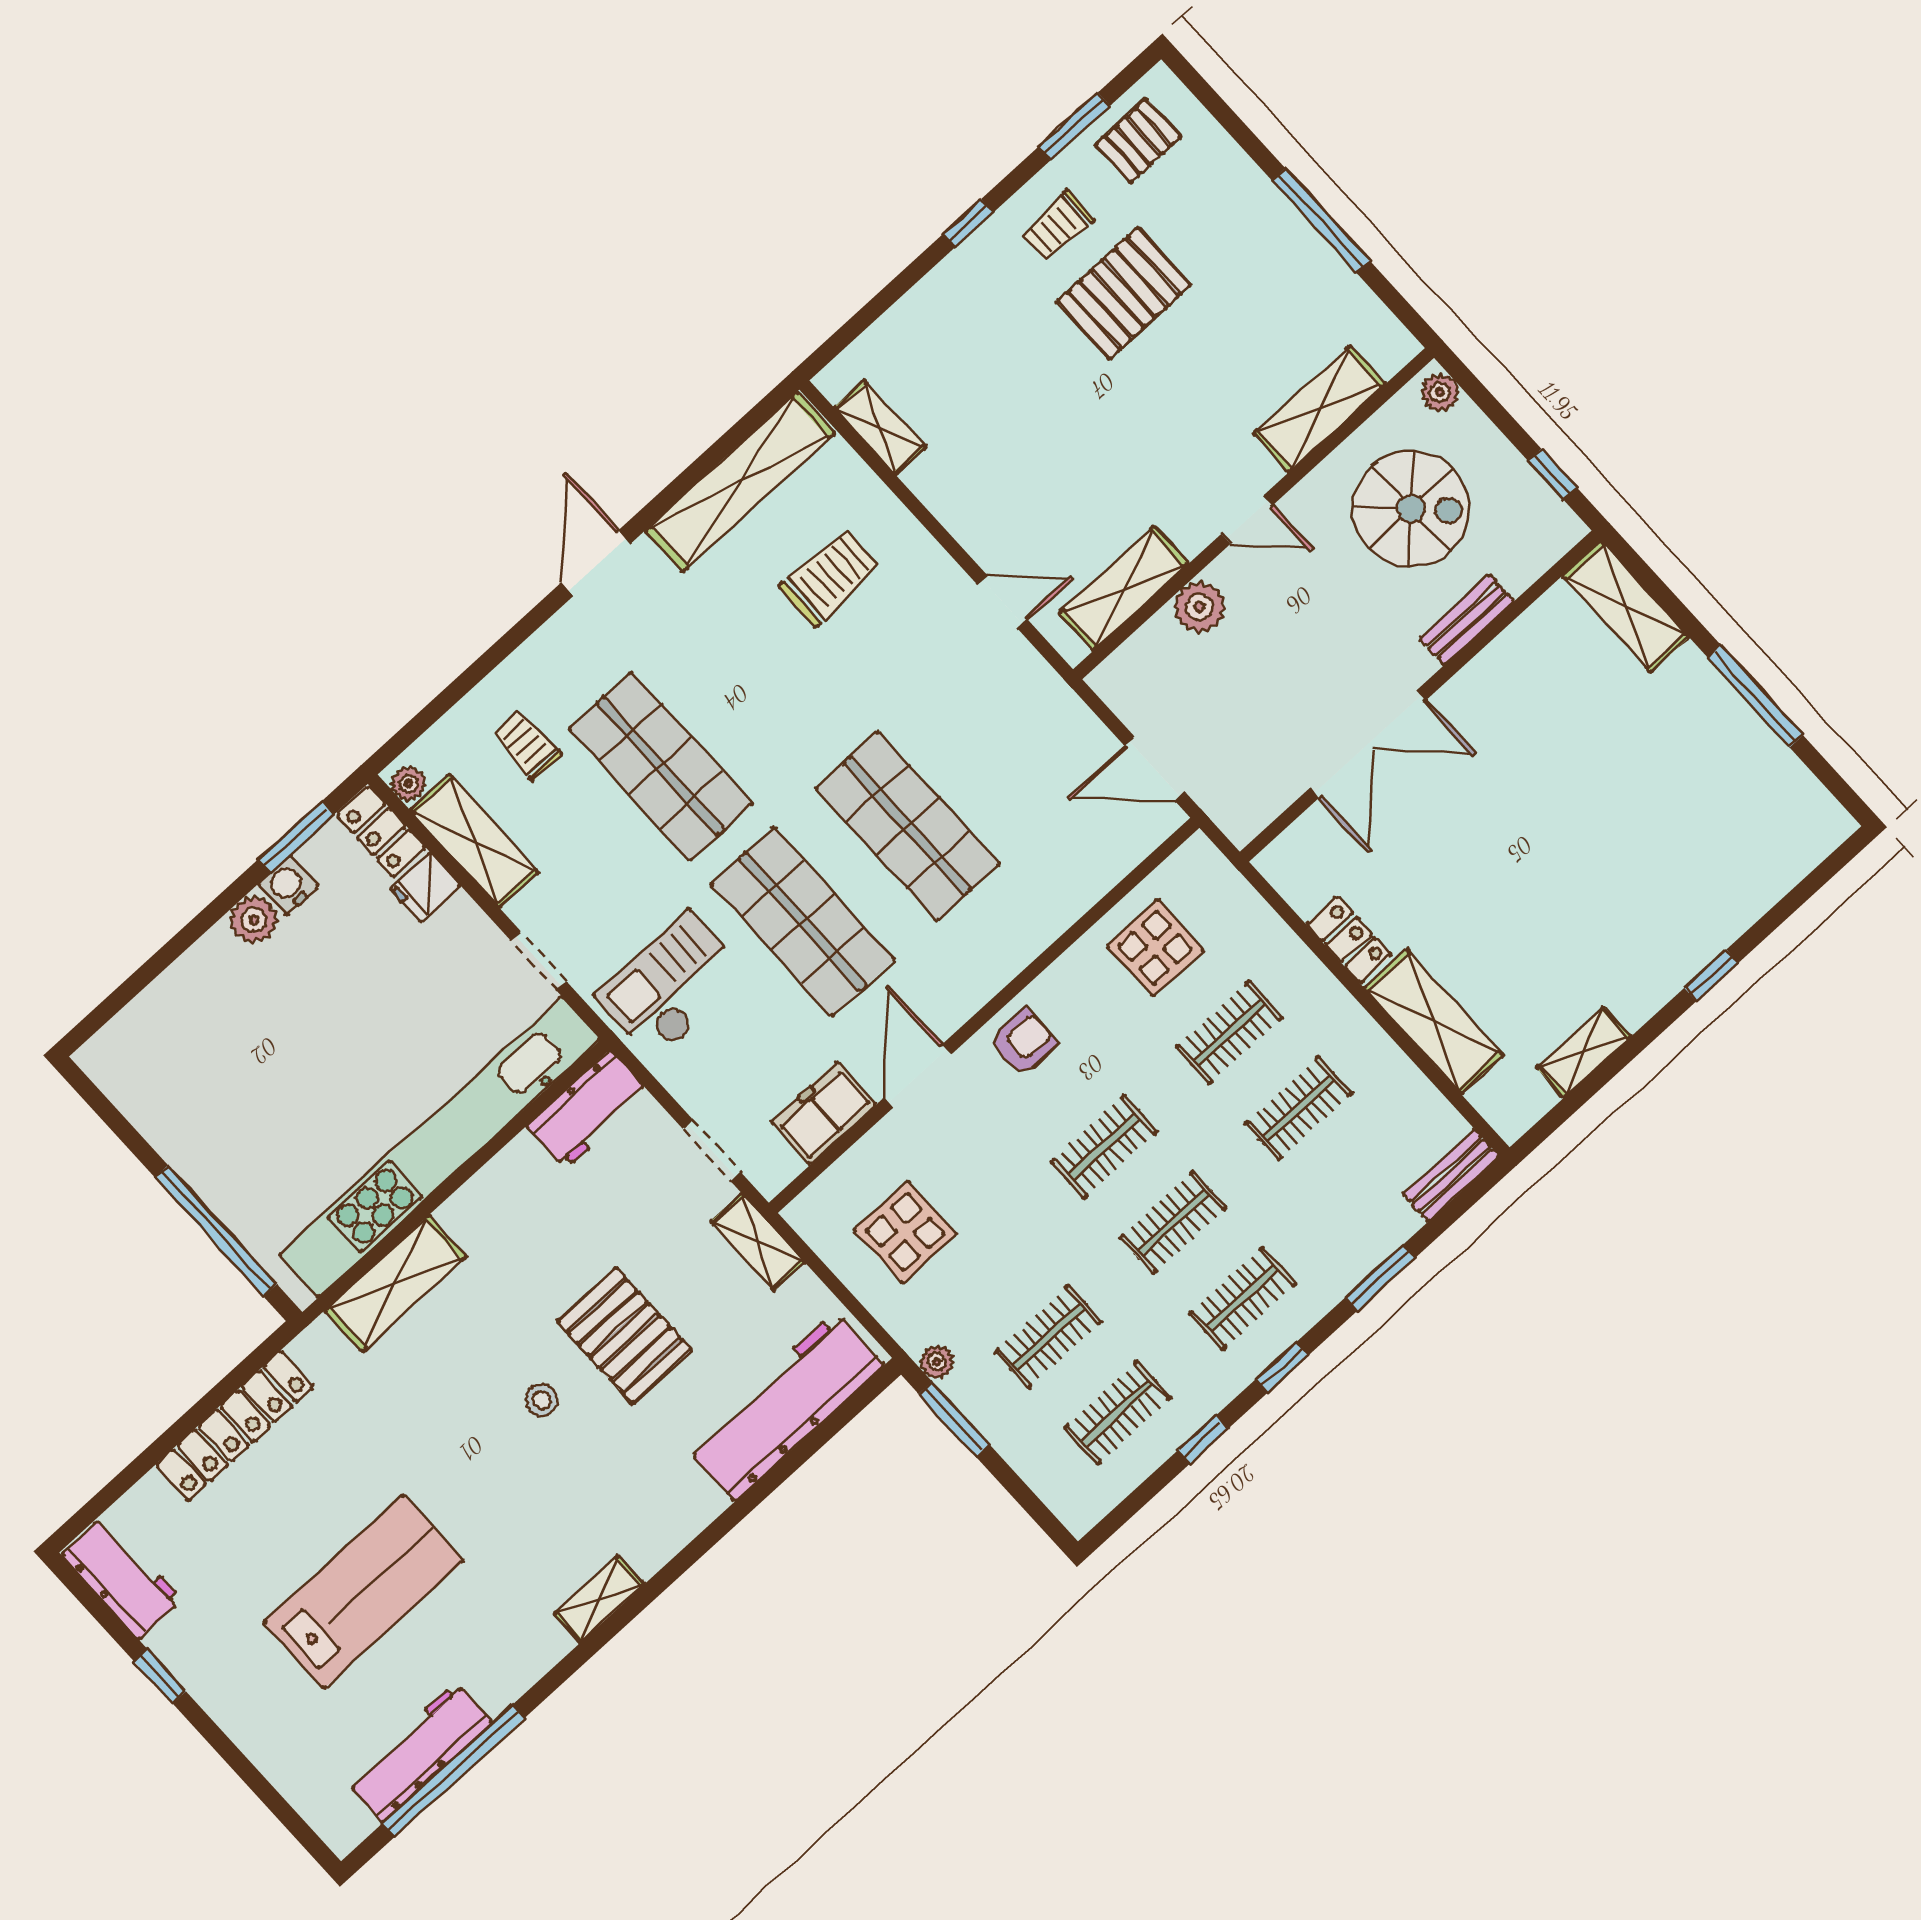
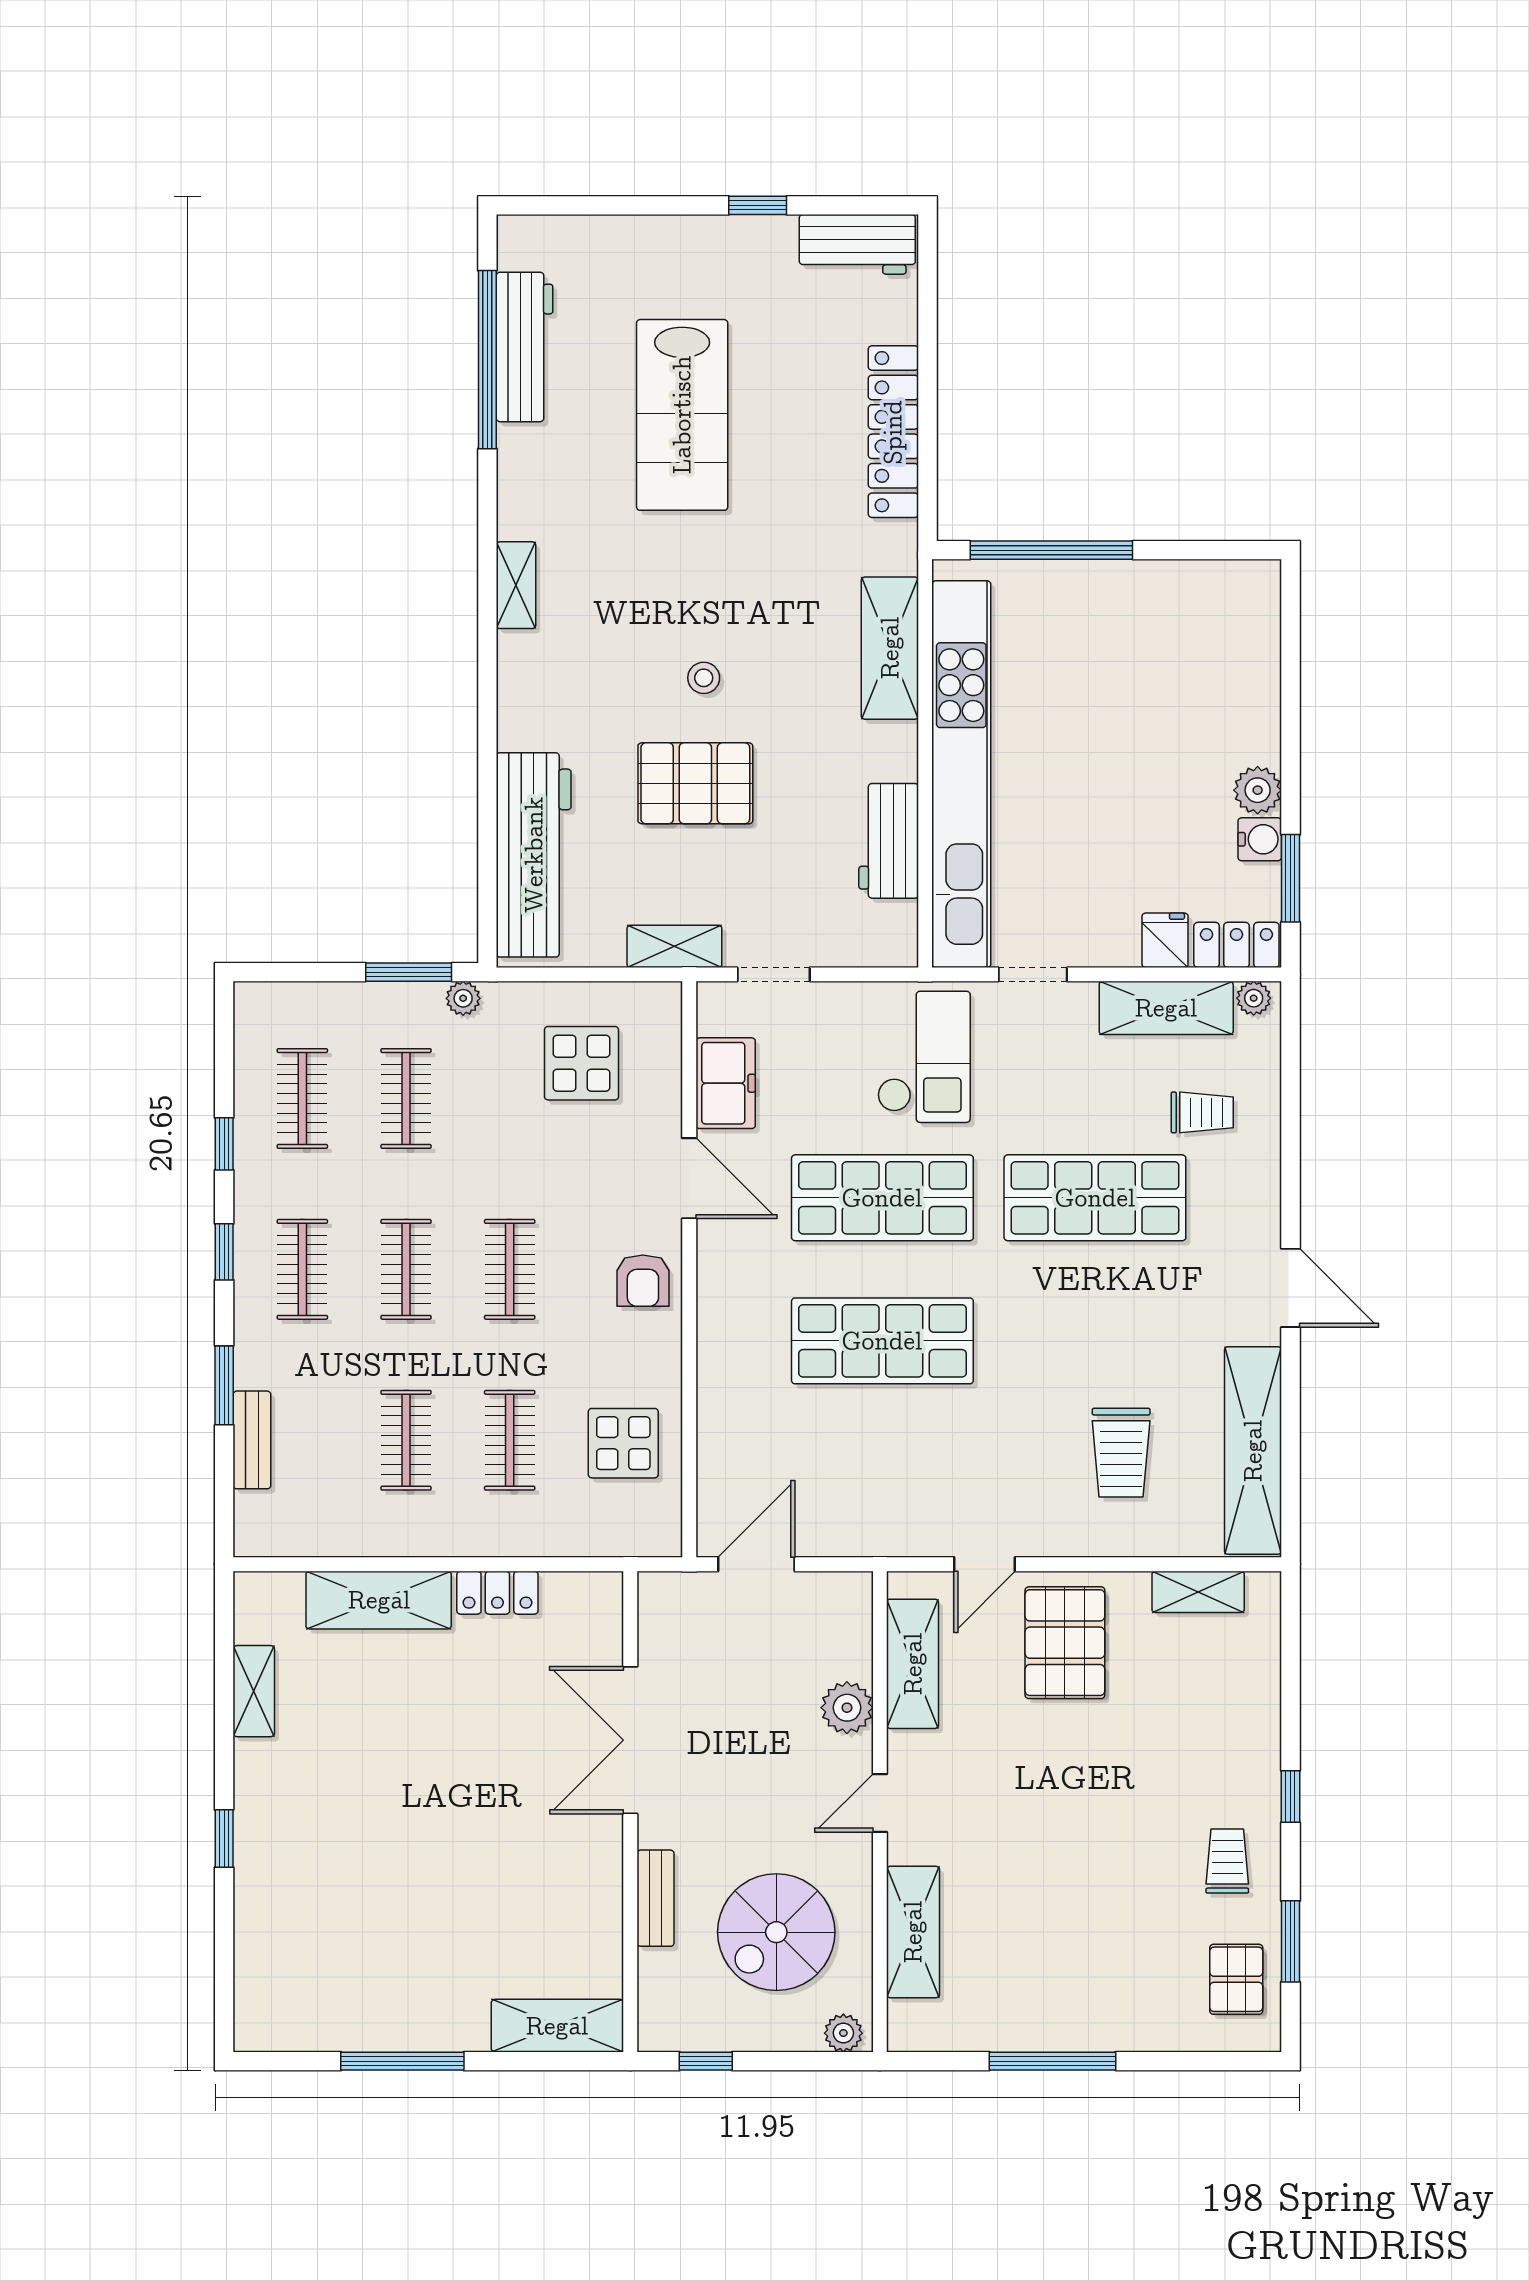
pallet: (1123, 293) -> (1065, 1643), moved
workbench: (588, 1109) -> (889, 841), moved
bench: (1451, 1176) -> (252, 1440), moved

